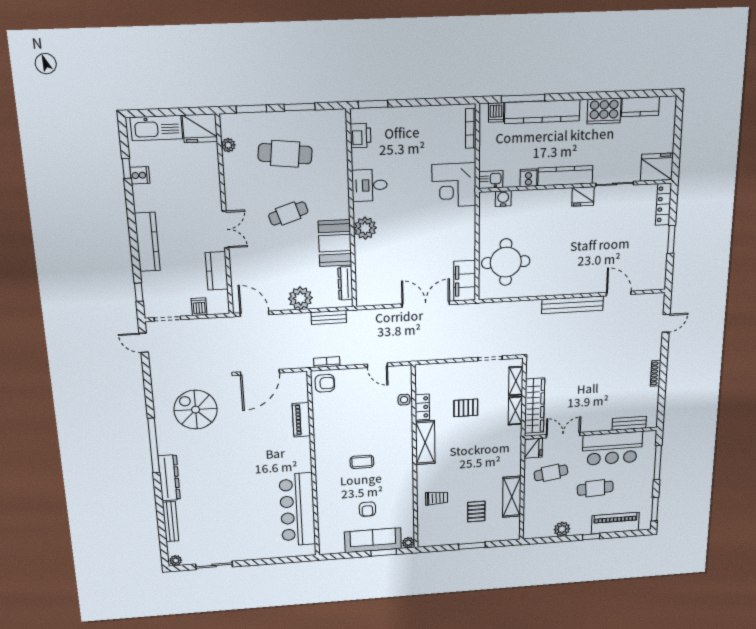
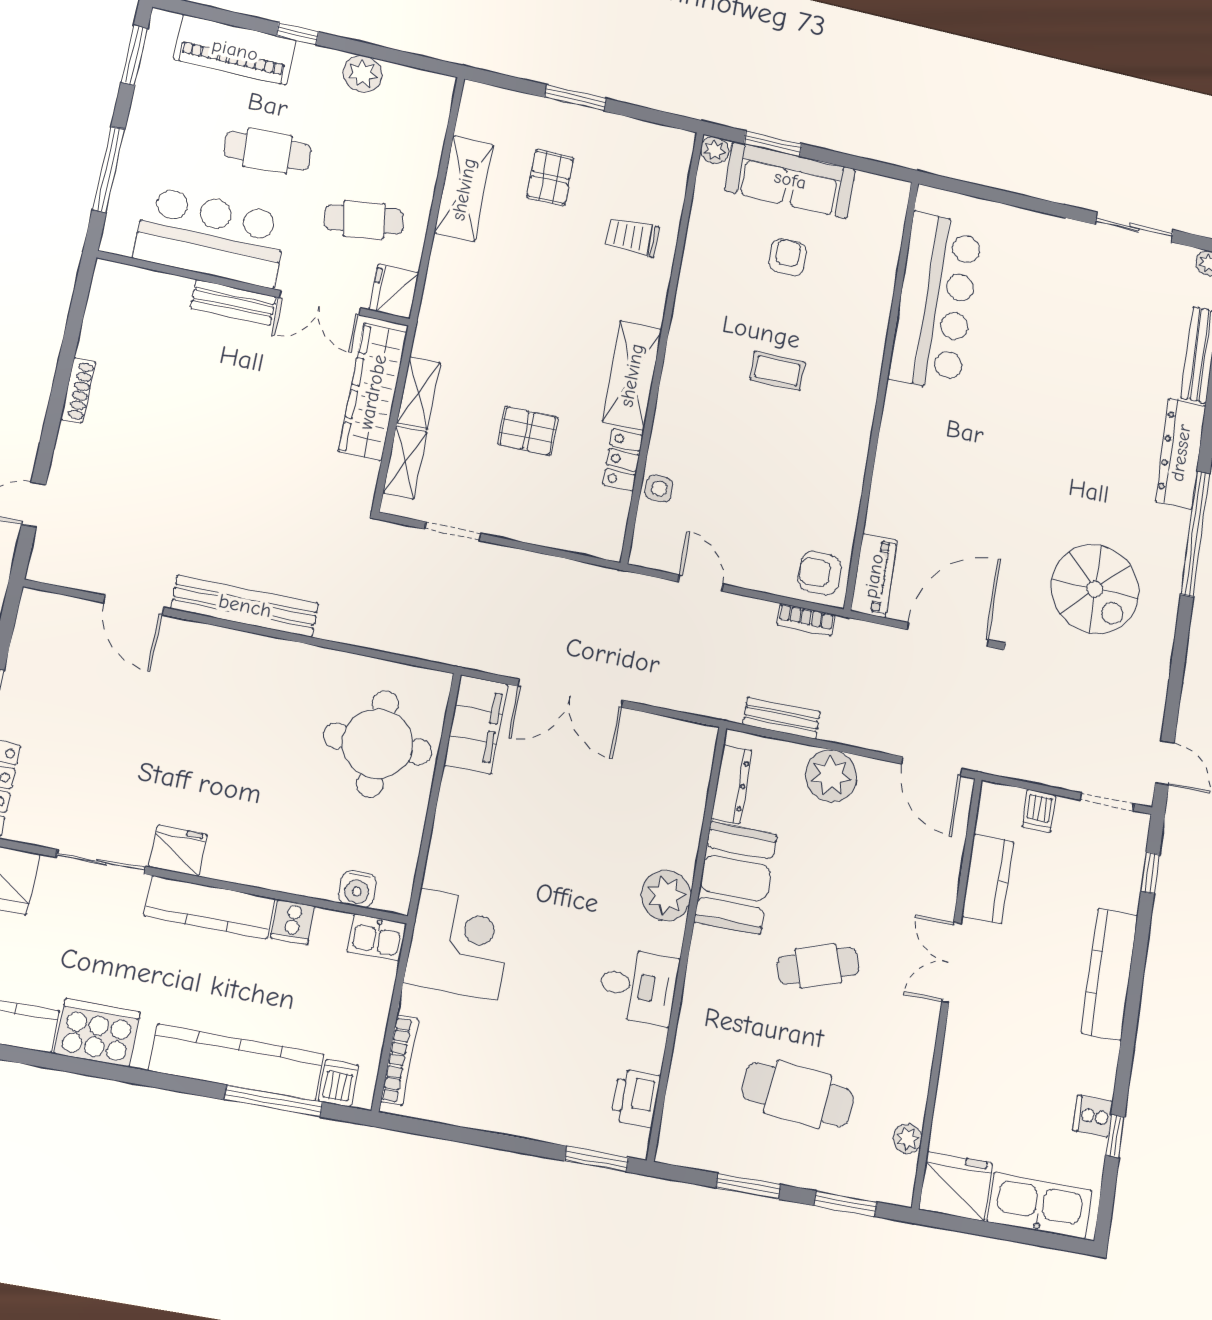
piano: (301, 420) -> (874, 576), moved
bench: (629, 423) -> (233, 302), moved

